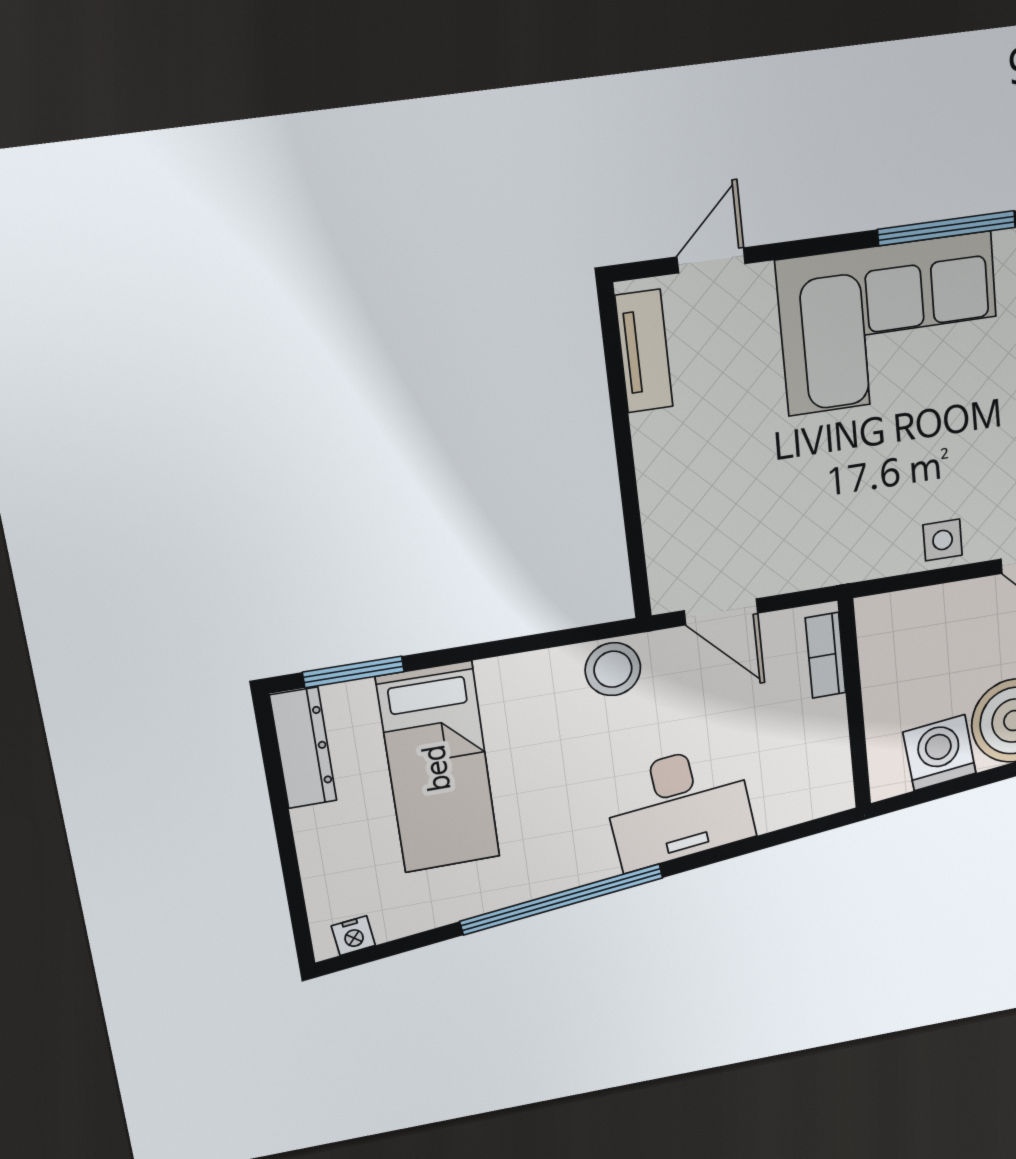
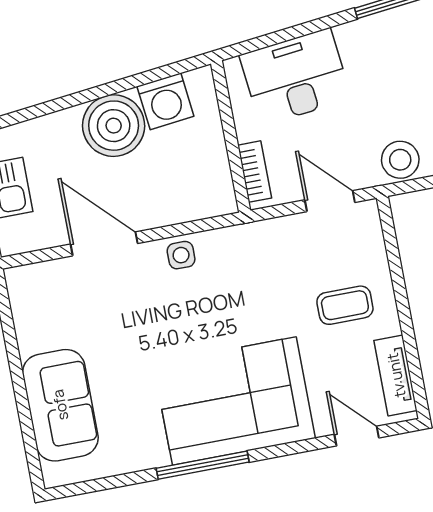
door: (711, 260) -> (357, 436), swing flipped
coffee table: (712, 460) -> (345, 305), added
desk: (679, 807) -> (295, 77), moved

